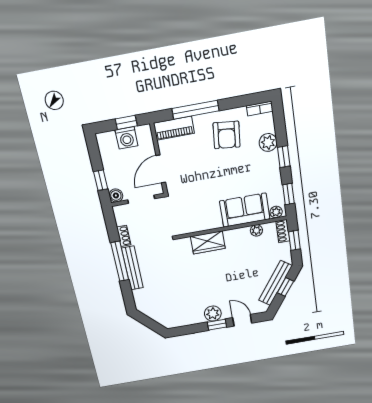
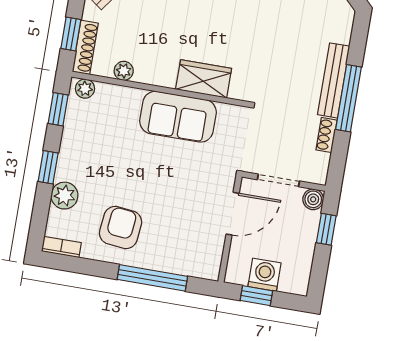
piano: (174, 128) -> (192, 264), removed
sofa: (245, 210) -> (178, 117), moved
shoe rack: (283, 231) -> (85, 47), width x1.43

